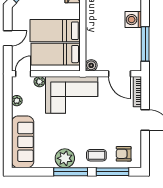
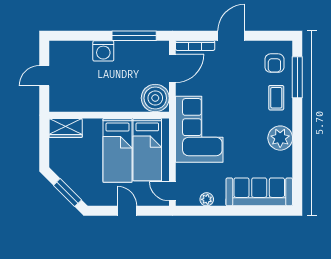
boiler: (91, 65) -> (155, 98), width x1.86, depth x1.86
plant: (39, 82) -> (182, 170), removed
window: (71, 172) -> (297, 131), removed

